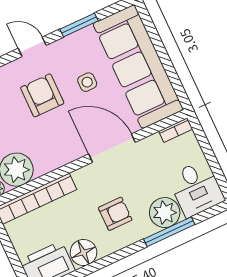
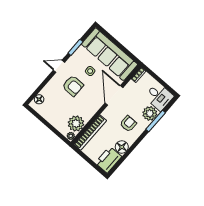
armchair: (42, 95) -> (73, 86), turned 180
door: (112, 148) -> (114, 95), hinge flipped

